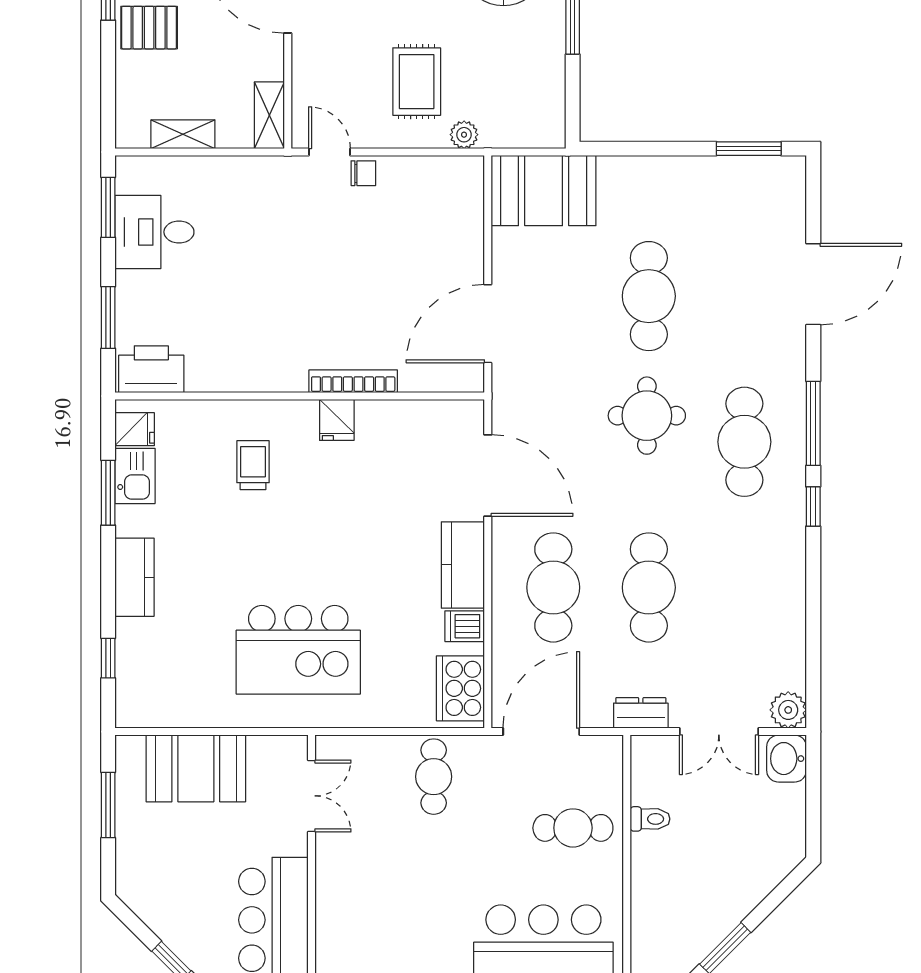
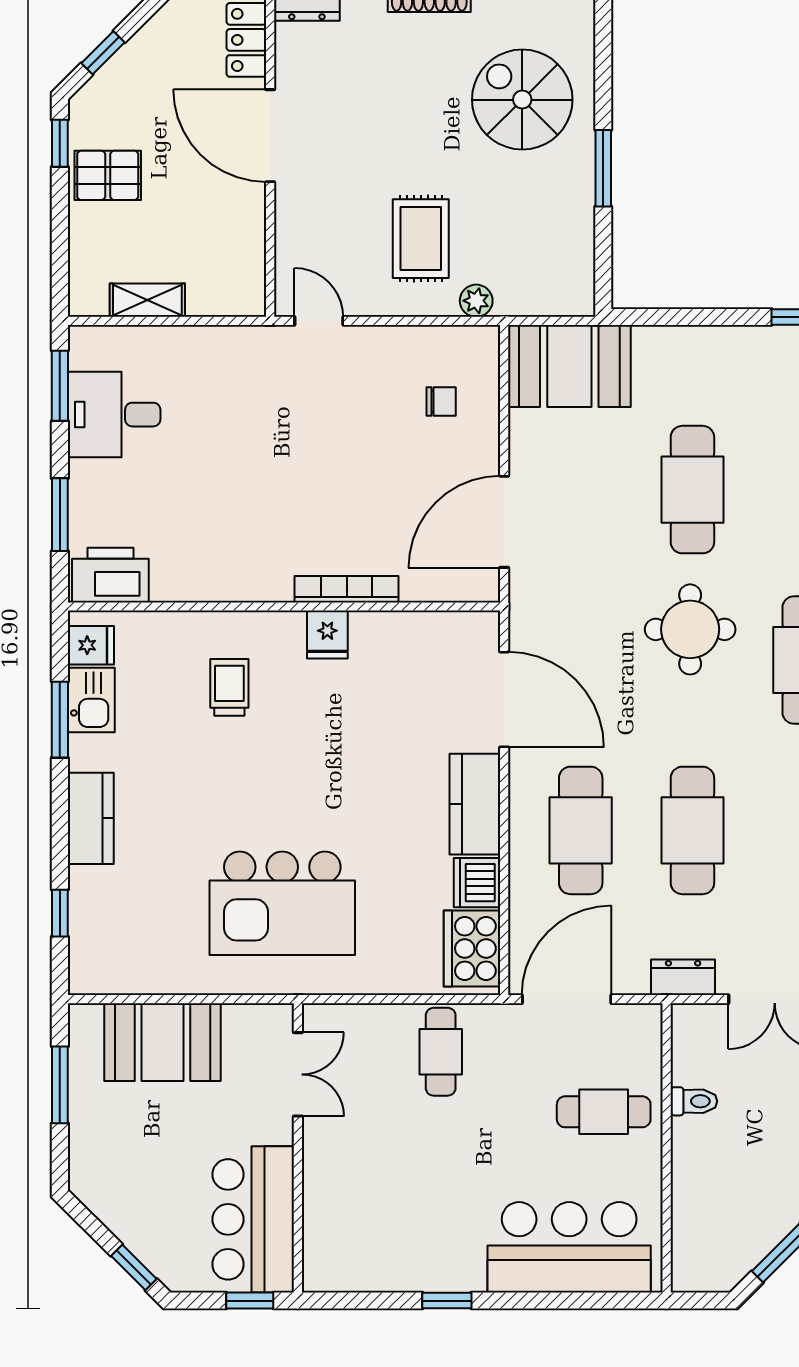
shelving: (269, 115) -> (249, 278), removed
chair: (363, 173) -> (441, 402), moved
dishwasher: (465, 626) -> (477, 883), width x1.38

